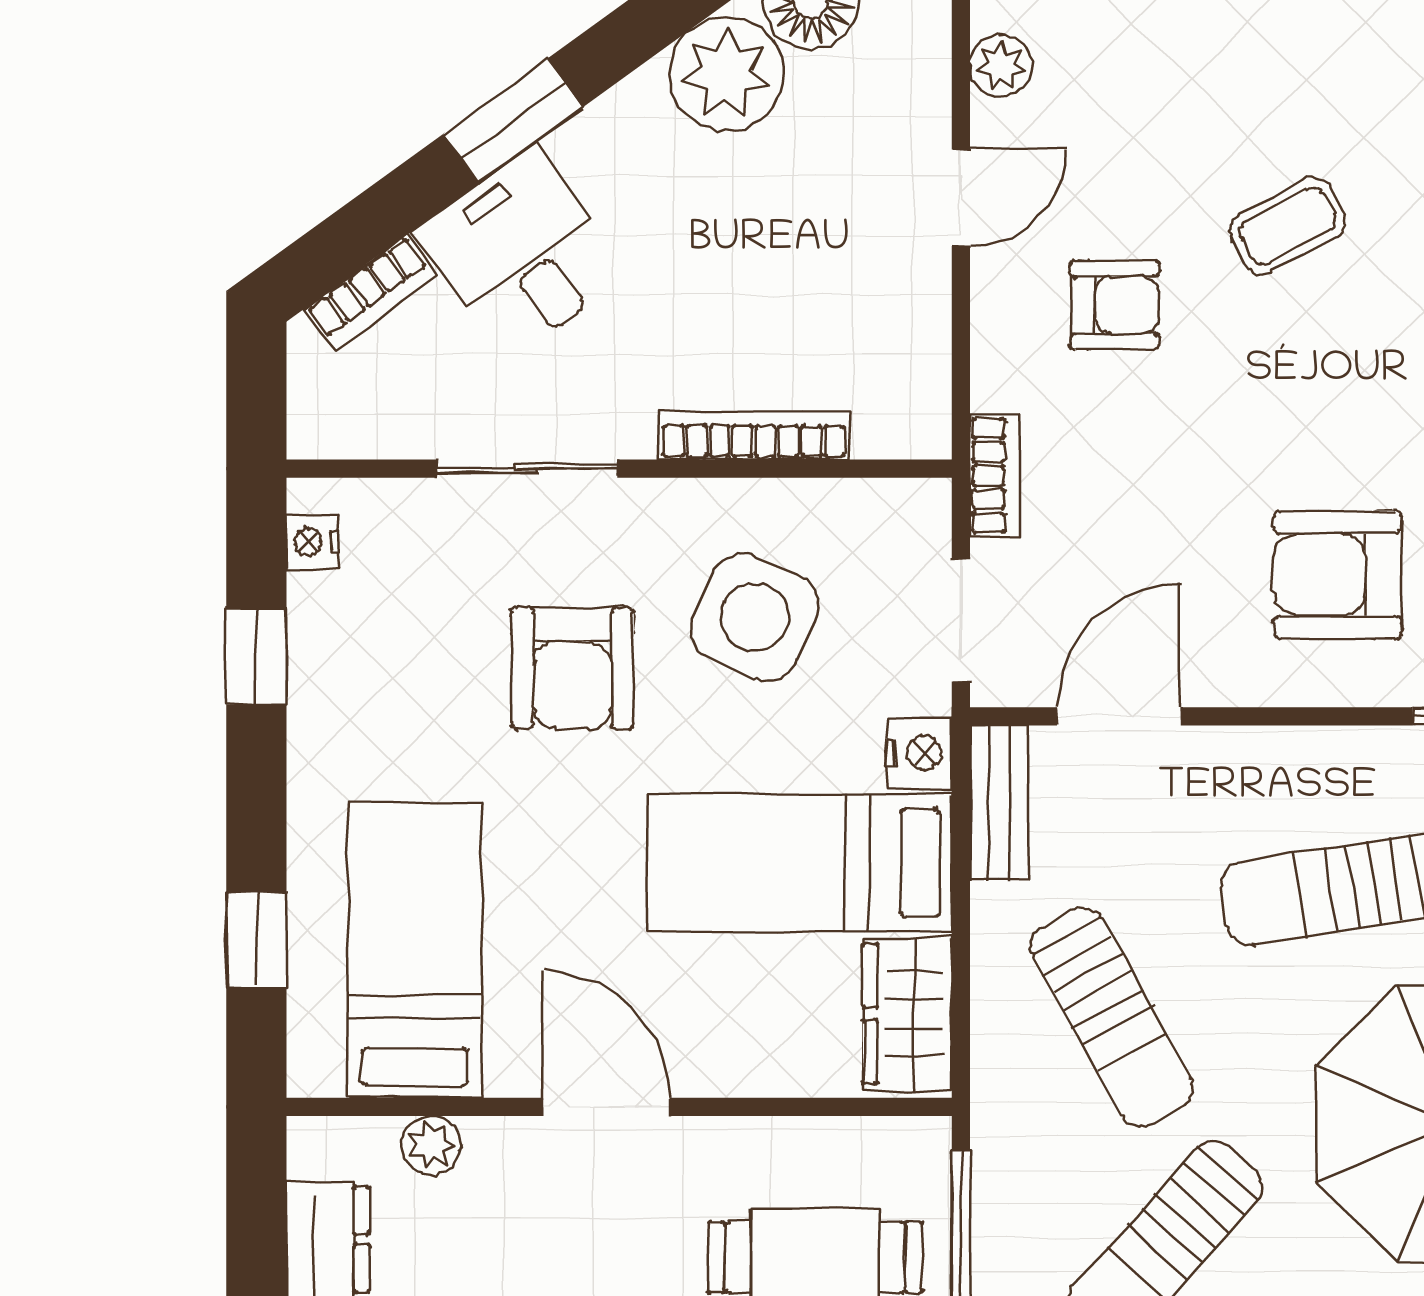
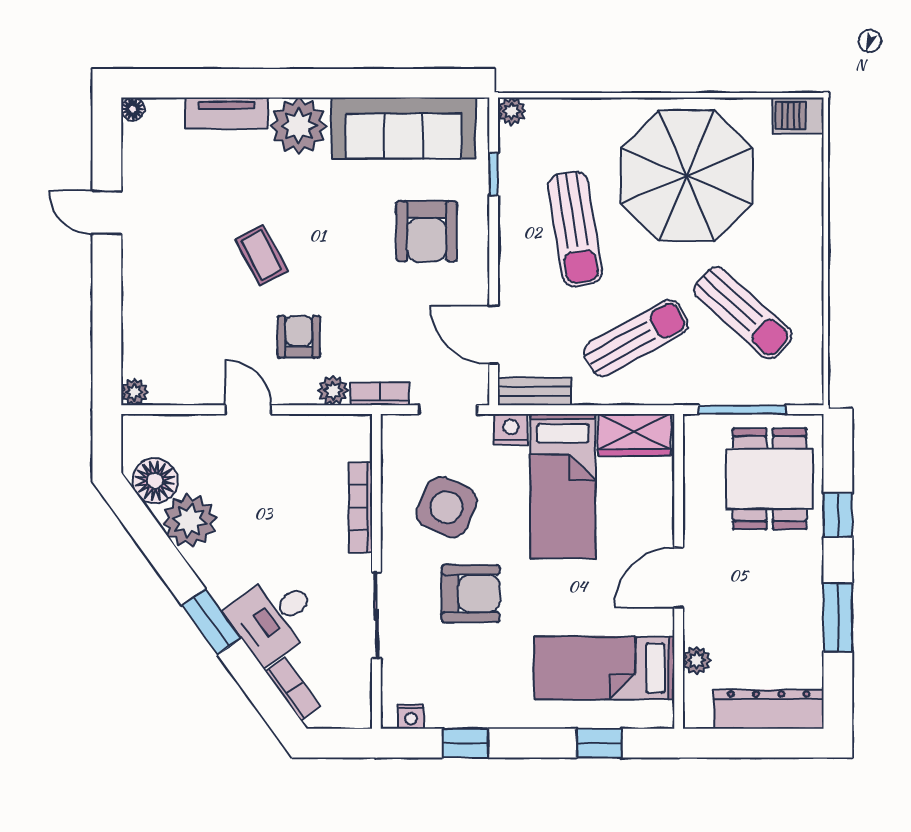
plant: (1001, 66) -> (333, 391), moved

